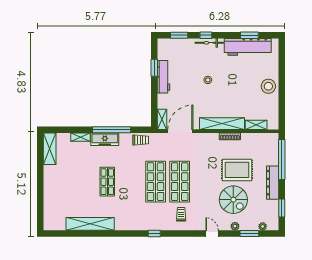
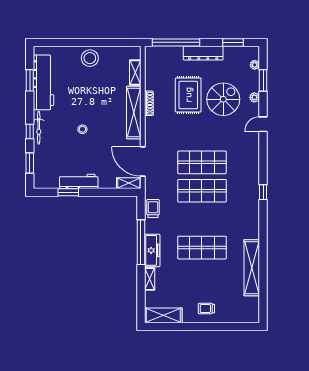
shop shelf: (107, 182) -> (202, 248), width x1.43, depth x1.36
trolley: (181, 214) -> (206, 309), moved

